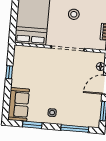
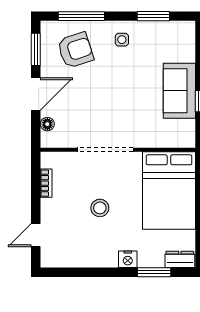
sofa: (19, 104) -> (179, 91), moved
armchair: (80, 109) -> (75, 50), added

